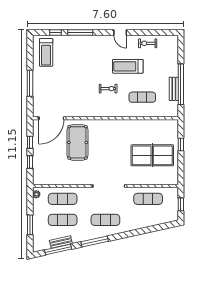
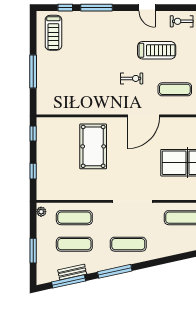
treadmill: (128, 66) -> (157, 50), turned 180
door: (51, 118) -> (144, 116), moved
window: (30, 142) -> (33, 133), moved

